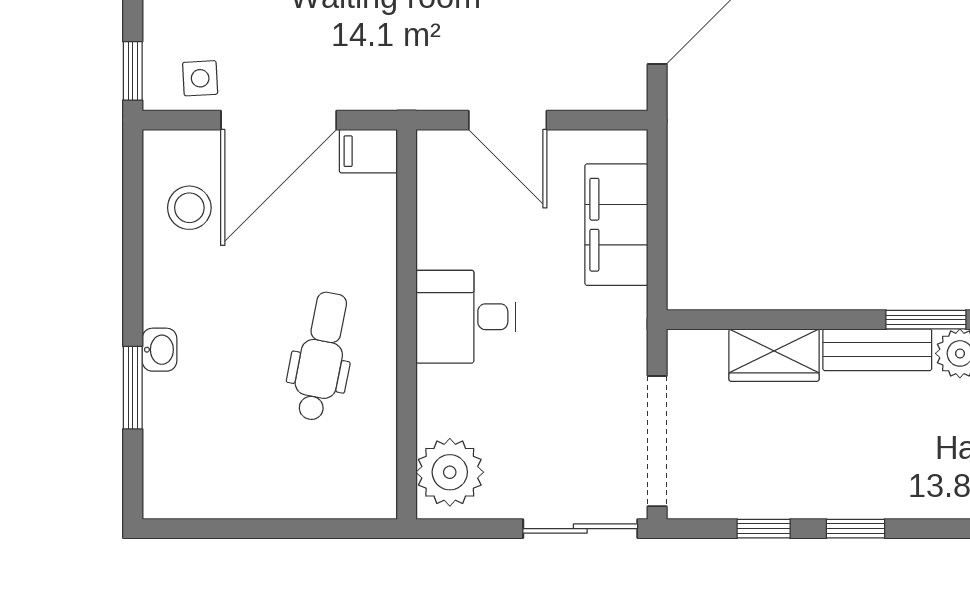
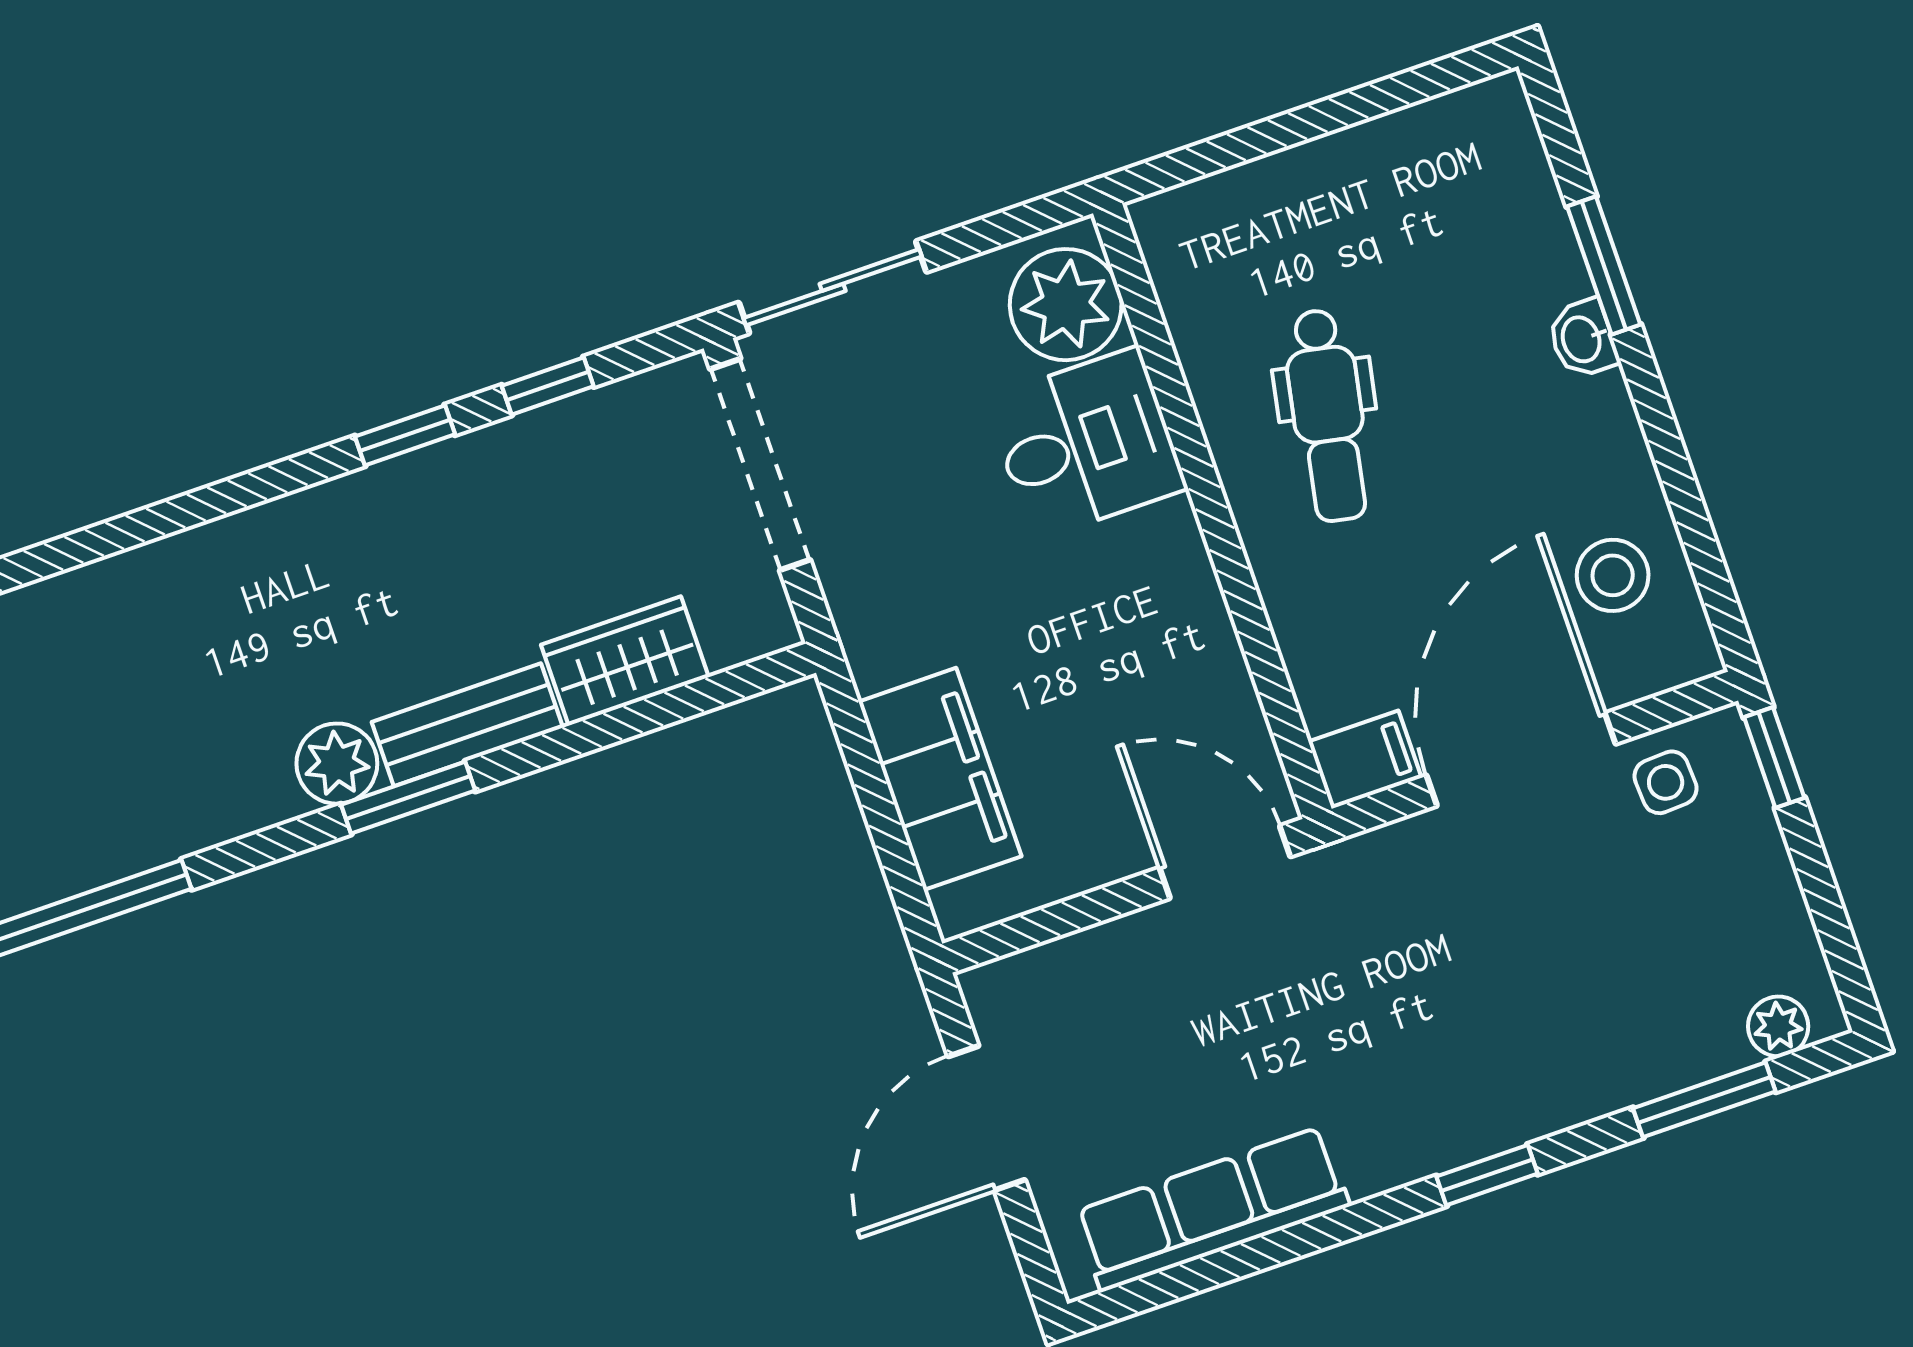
door: (508, 120) -> (1225, 862), moved
desk: (466, 317) -> (1086, 444), moved

